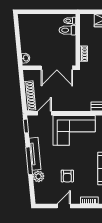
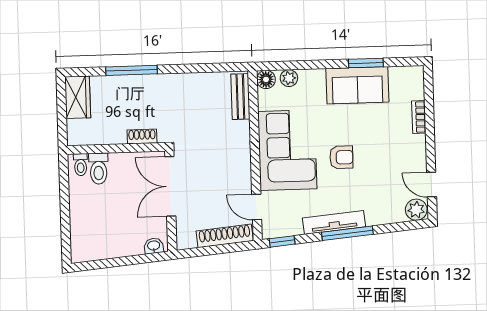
double door: (57, 68) -> (170, 186), swing flipped
plant: (38, 176) -> (416, 210), moved
armchair: (67, 176) -> (341, 157), moved
door: (64, 206) -> (432, 185), moved

